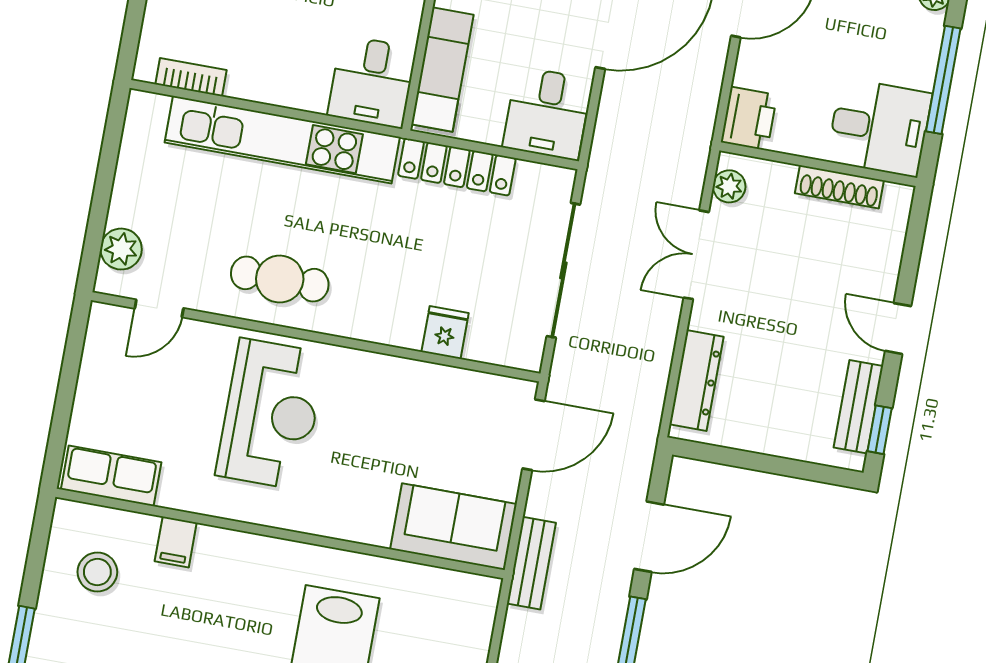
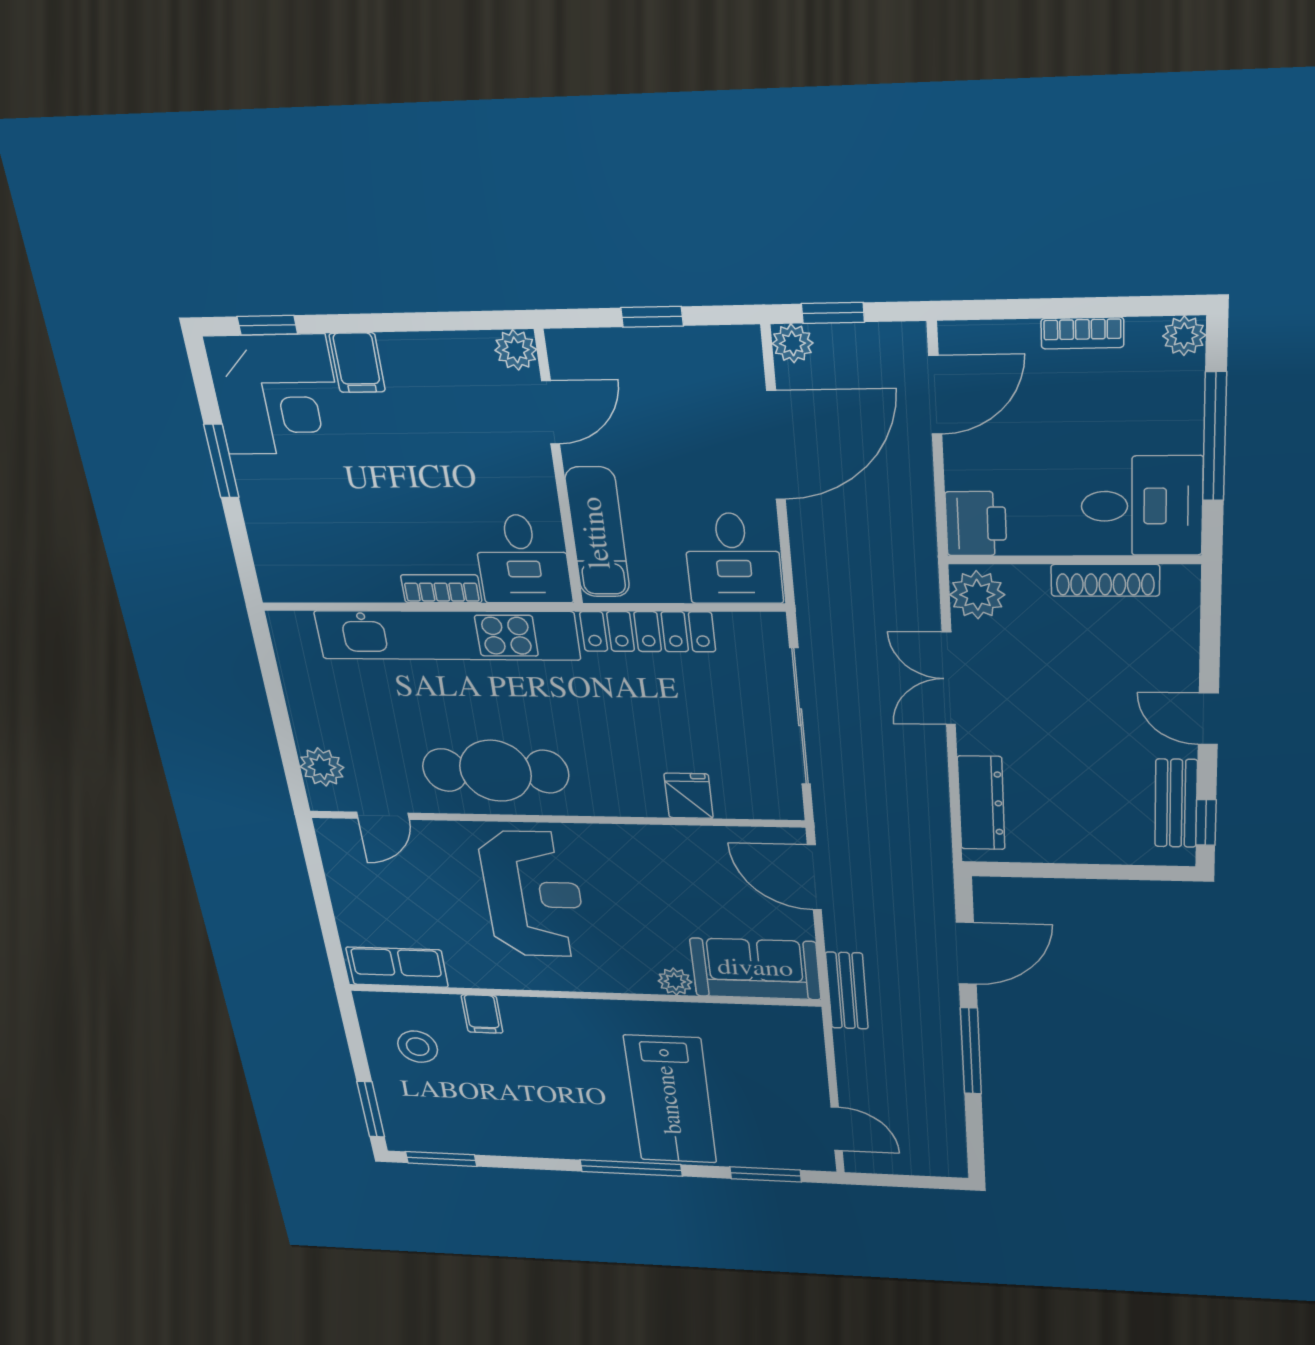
bookcase: (191, 77) -> (441, 589), moved
plant: (729, 186) -> (977, 595), width x1.38, depth x1.38
cafe table: (280, 279) -> (495, 771), width x1.37, depth x1.35
door: (534, 435) -> (814, 877), swing flipped
plant: (374, 530) -> (675, 982), added

